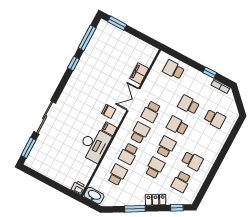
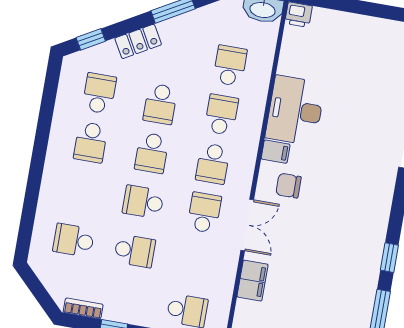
school desk: (177, 126) -> (143, 202), turned 180
school desk: (192, 161) -> (91, 142), turned -90
school desk: (117, 175) -> (230, 66), turned 180

